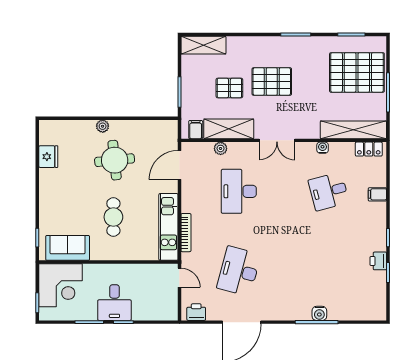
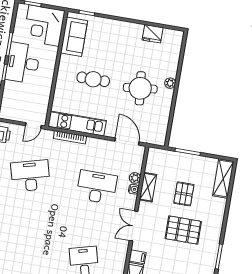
pallet: (272, 82) -> (183, 230), turned 90
shelving: (229, 129) -> (148, 187), width x0.67, depth x0.75
filing cabinet: (196, 130) -> (138, 257), moved
water cooler: (323, 148) -> (134, 189), moved
desk: (239, 271) -> (30, 176), turned -30
desk: (114, 303) -> (23, 63), width x1.37

